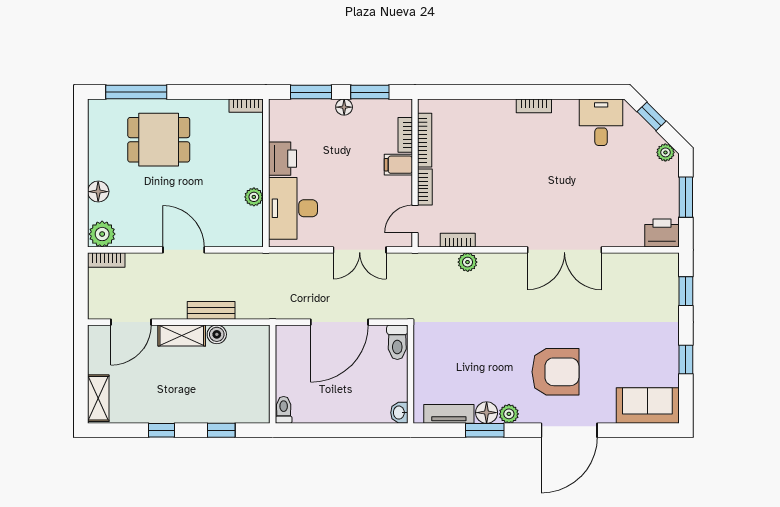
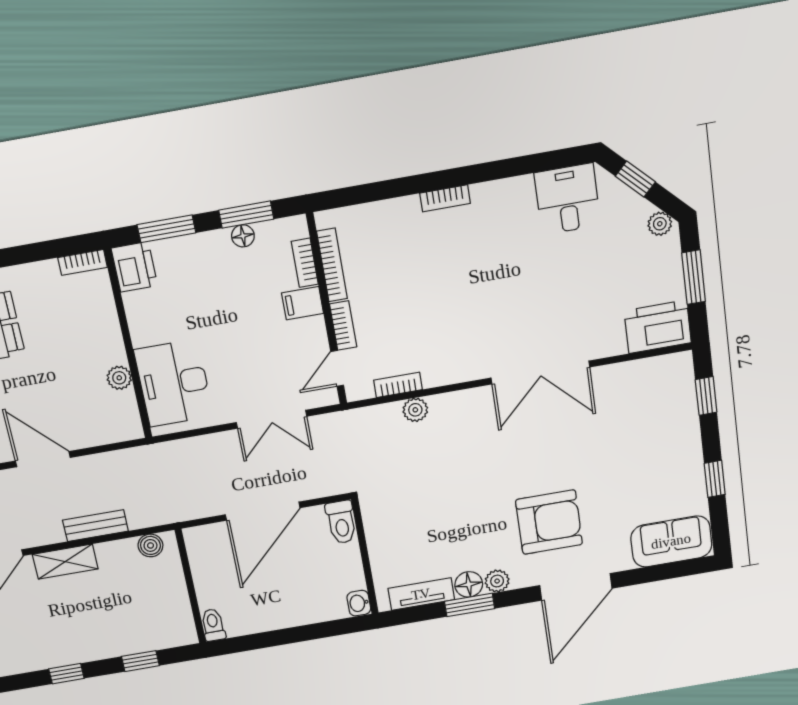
bookcase: (534, 106) -> (445, 198), moved
floor lamp: (344, 107) -> (243, 236), moved
printer: (282, 159) -> (134, 267), moved
printer: (662, 233) -> (658, 327), width x1.37, depth x1.19
boiler: (217, 334) -> (150, 545), moved

